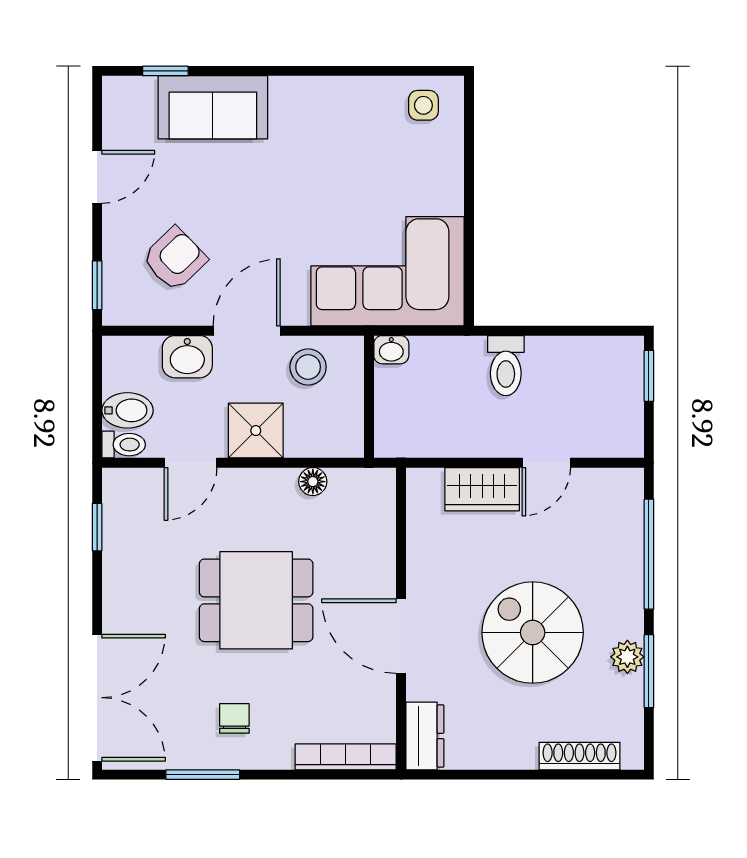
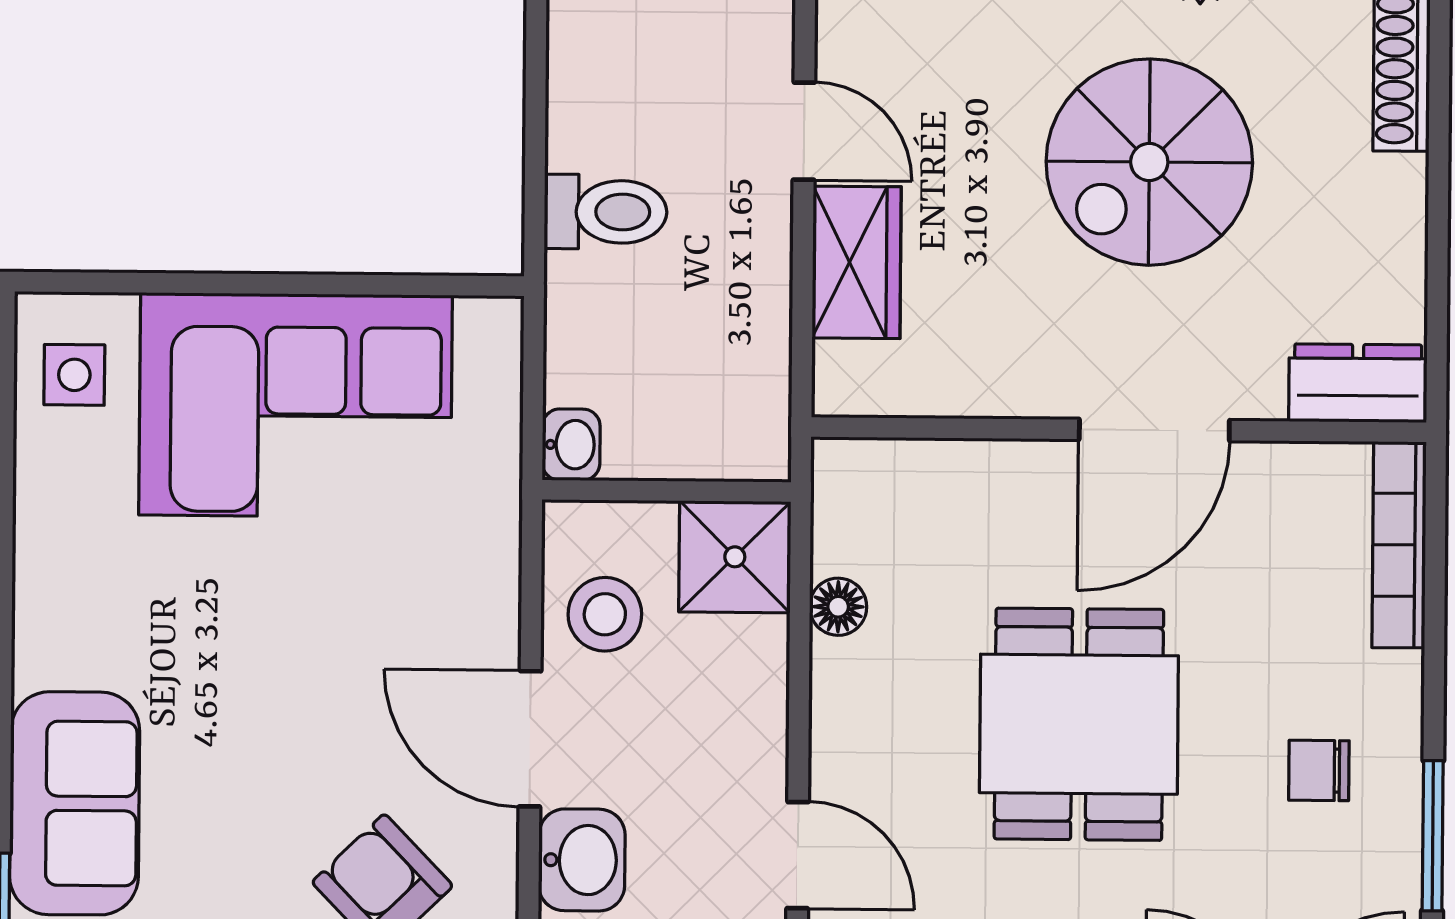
corner sofa: (388, 271) -> (296, 405), moved, turned -90
shower: (256, 431) -> (735, 557), moved

